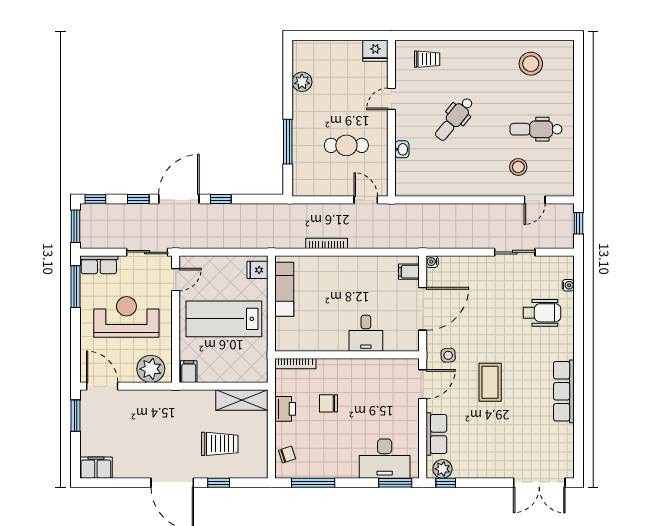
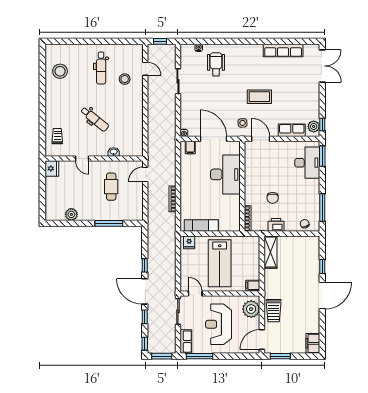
desk: (366, 333) -> (225, 174), width x1.87, depth x1.30
row of seats: (564, 391) -> (283, 51), moved
trolley: (220, 444) -> (274, 311), moved, turned 180

